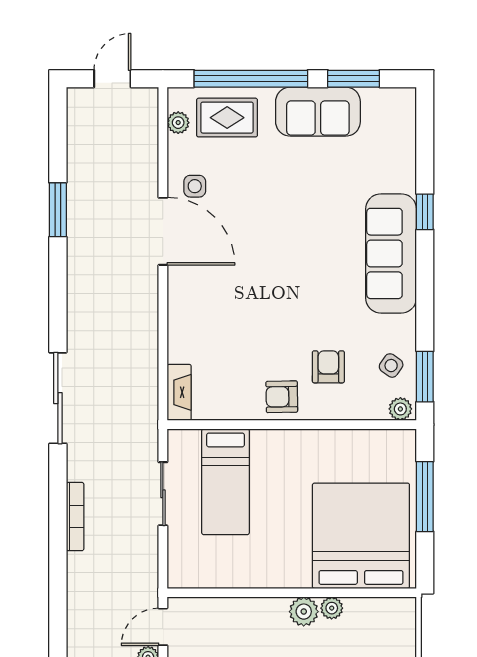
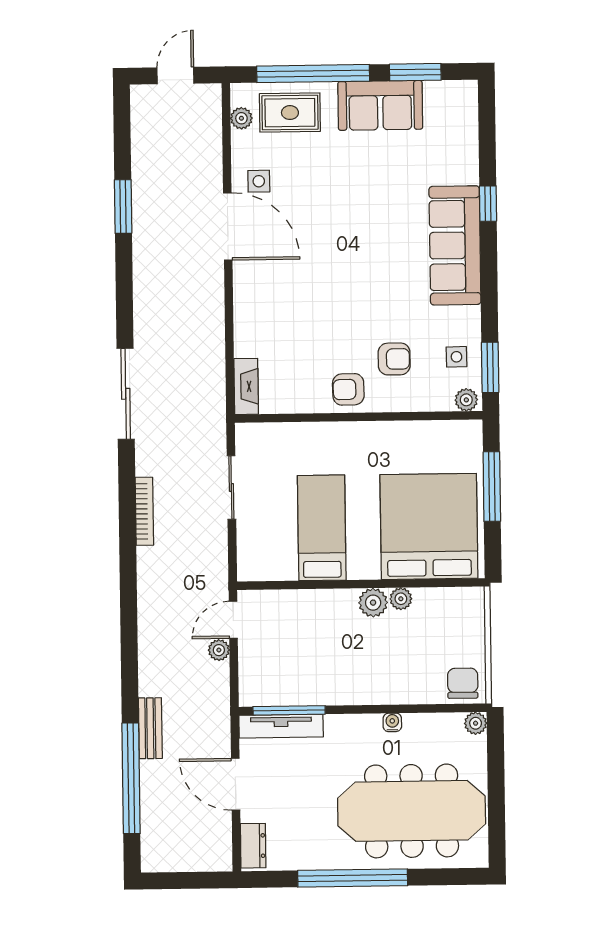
side table: (391, 366) -> (456, 357), turned -36
armchair: (328, 367) -> (394, 359), turned 90
bed: (225, 482) -> (322, 528), moved, turned 180

